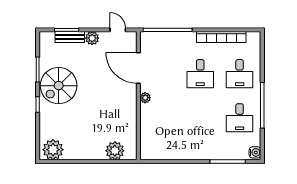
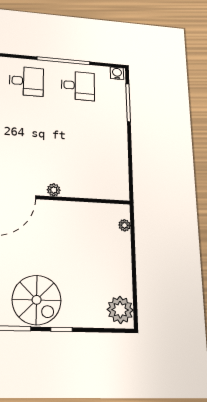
desk: (200, 74) -> (25, 124), removed
plant: (115, 151) -> (125, 225), width x0.53, depth x0.53

